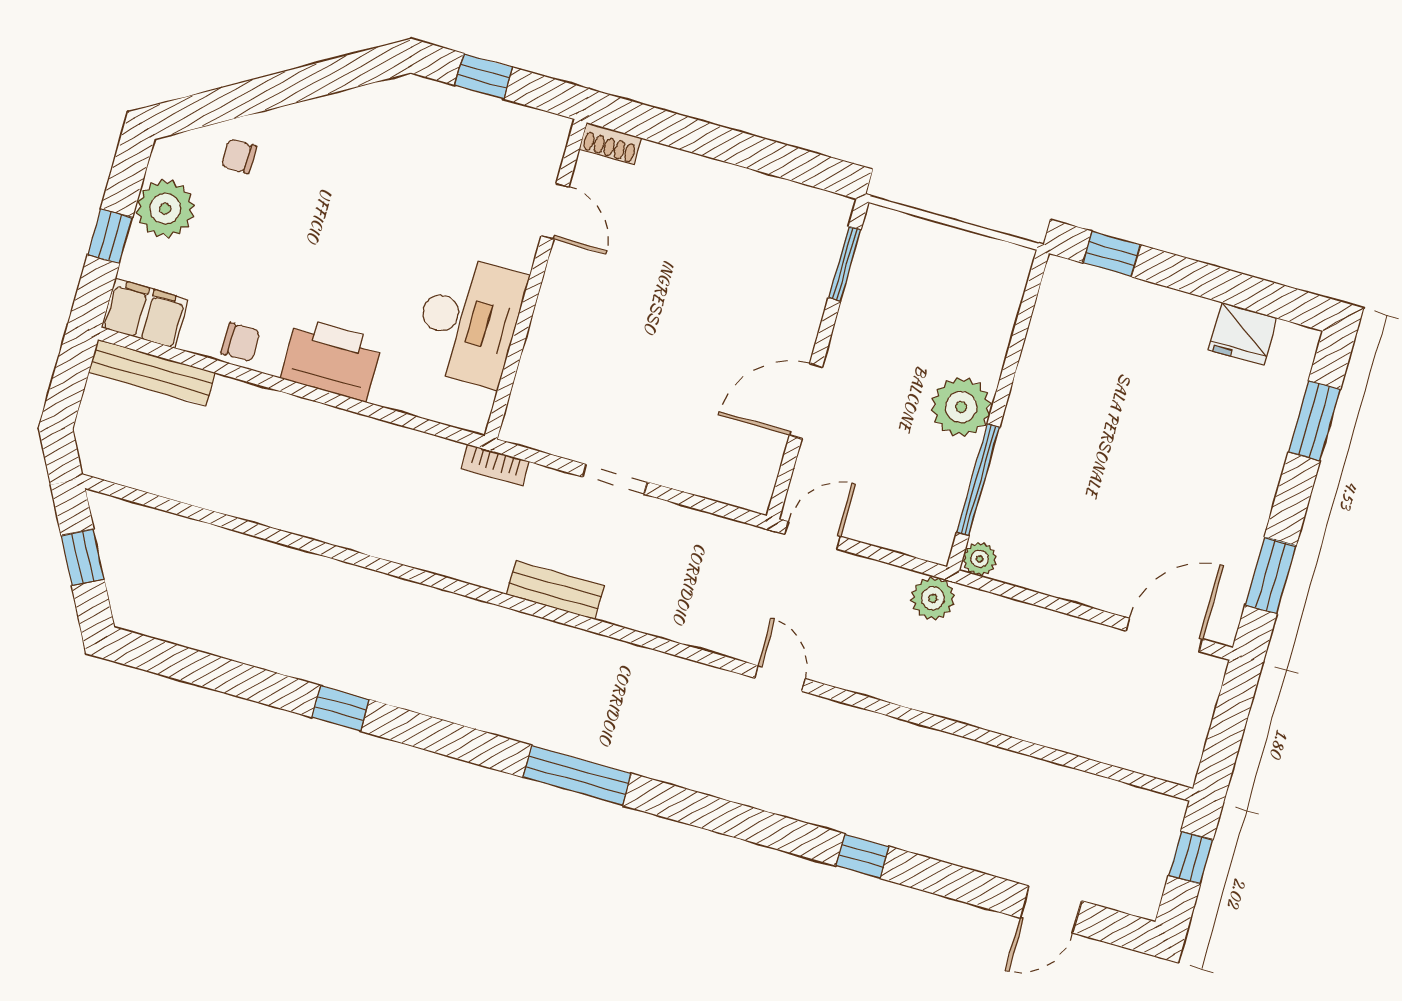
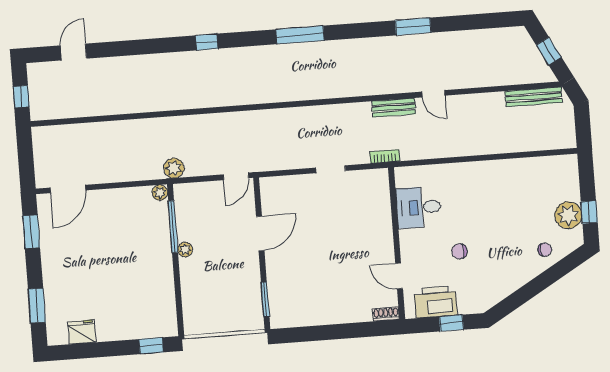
window: (110, 236) -> (589, 212), moved
filing cabinet: (145, 313) -> (560, 167), removed
desk: (469, 321) -> (418, 207), width x0.73
chair: (241, 342) -> (459, 251), moved
printer: (332, 359) -> (436, 302), moved, turned 180
bench: (152, 372) -> (534, 97), moved
plant: (961, 407) -> (185, 250), width x0.53, depth x0.53
bench: (555, 590) -> (394, 108), moved
door: (780, 678) -> (433, 94), moved
window: (341, 708) -> (413, 26), width x1.50
window: (862, 856) -> (207, 42), moved

